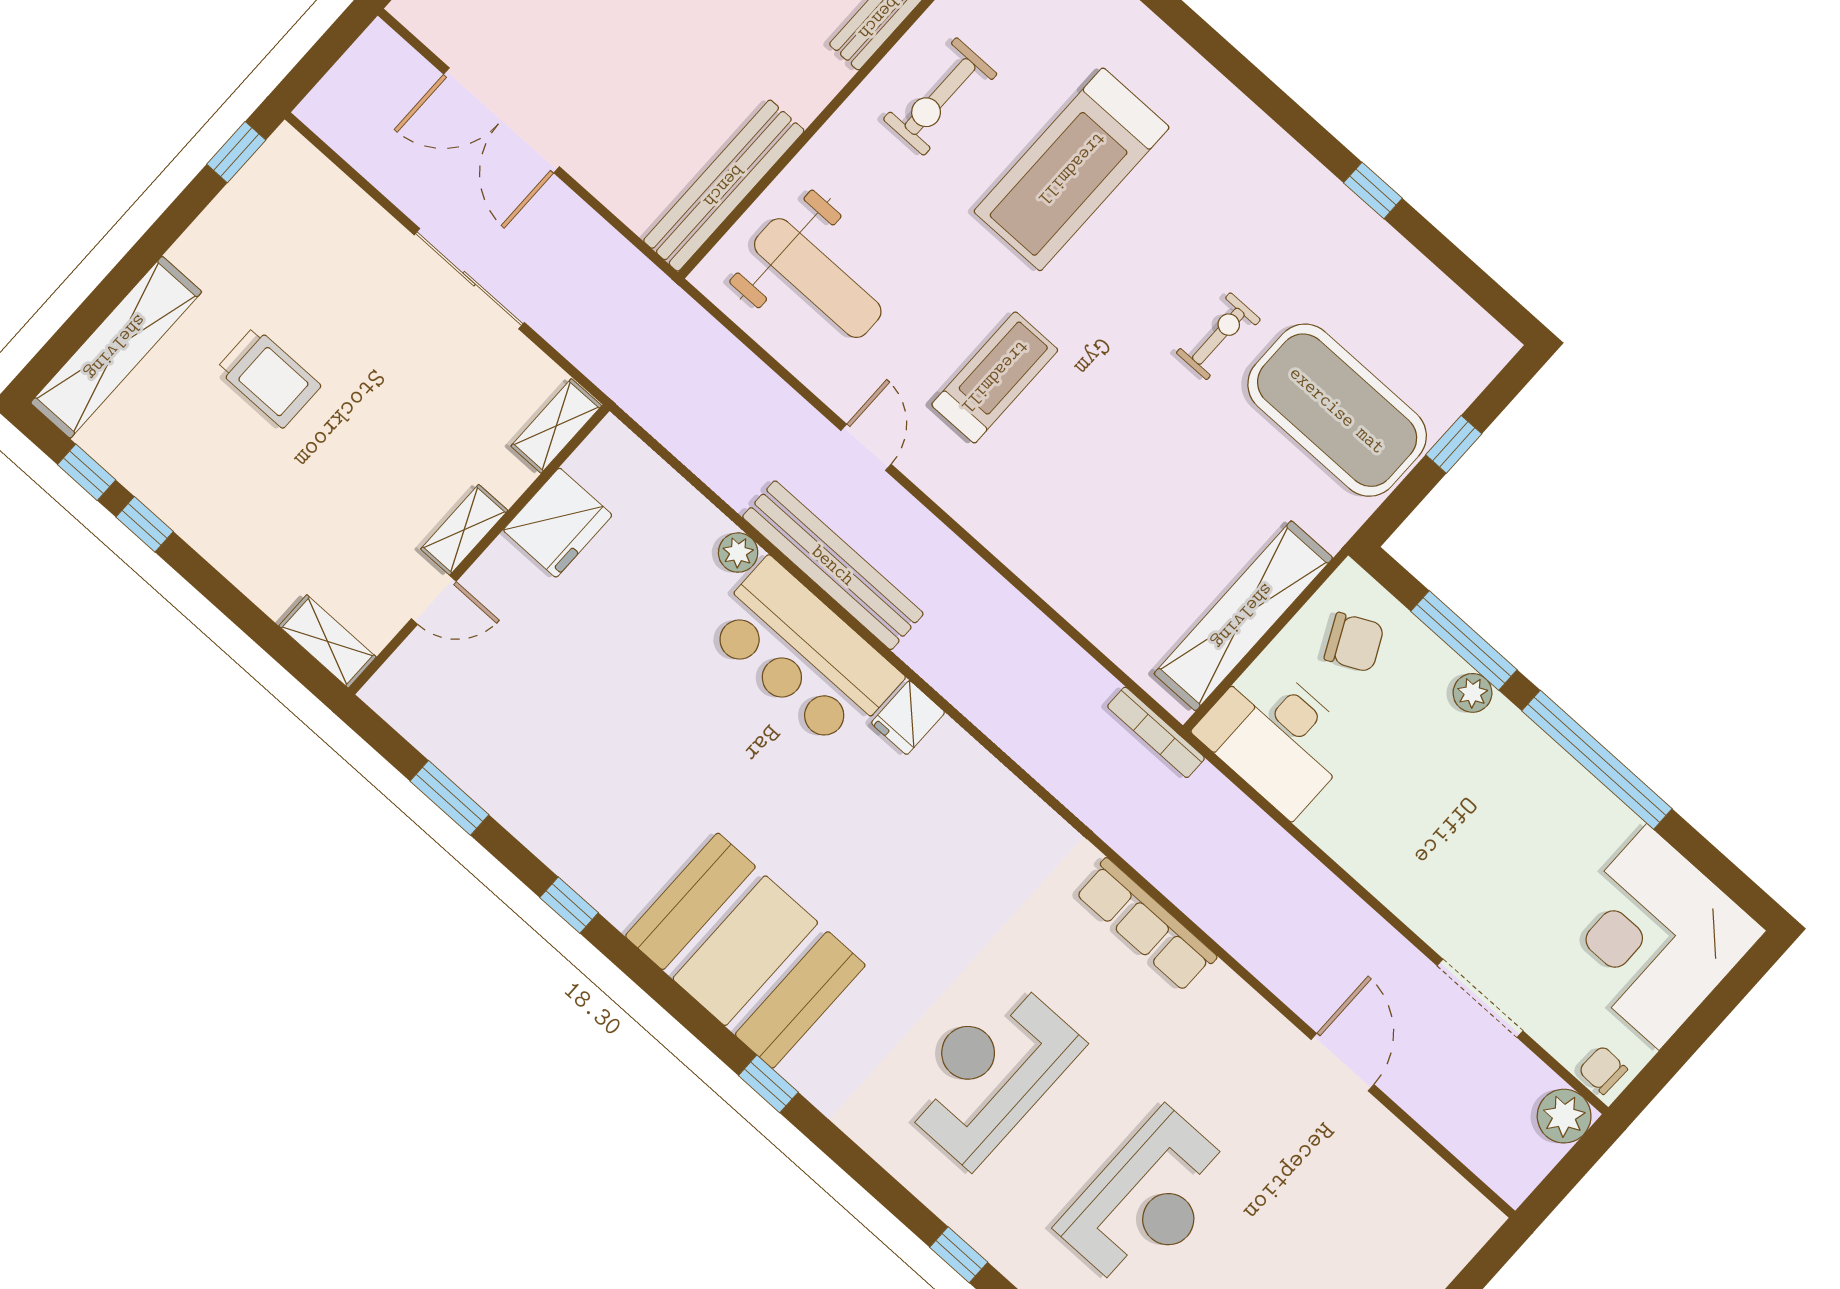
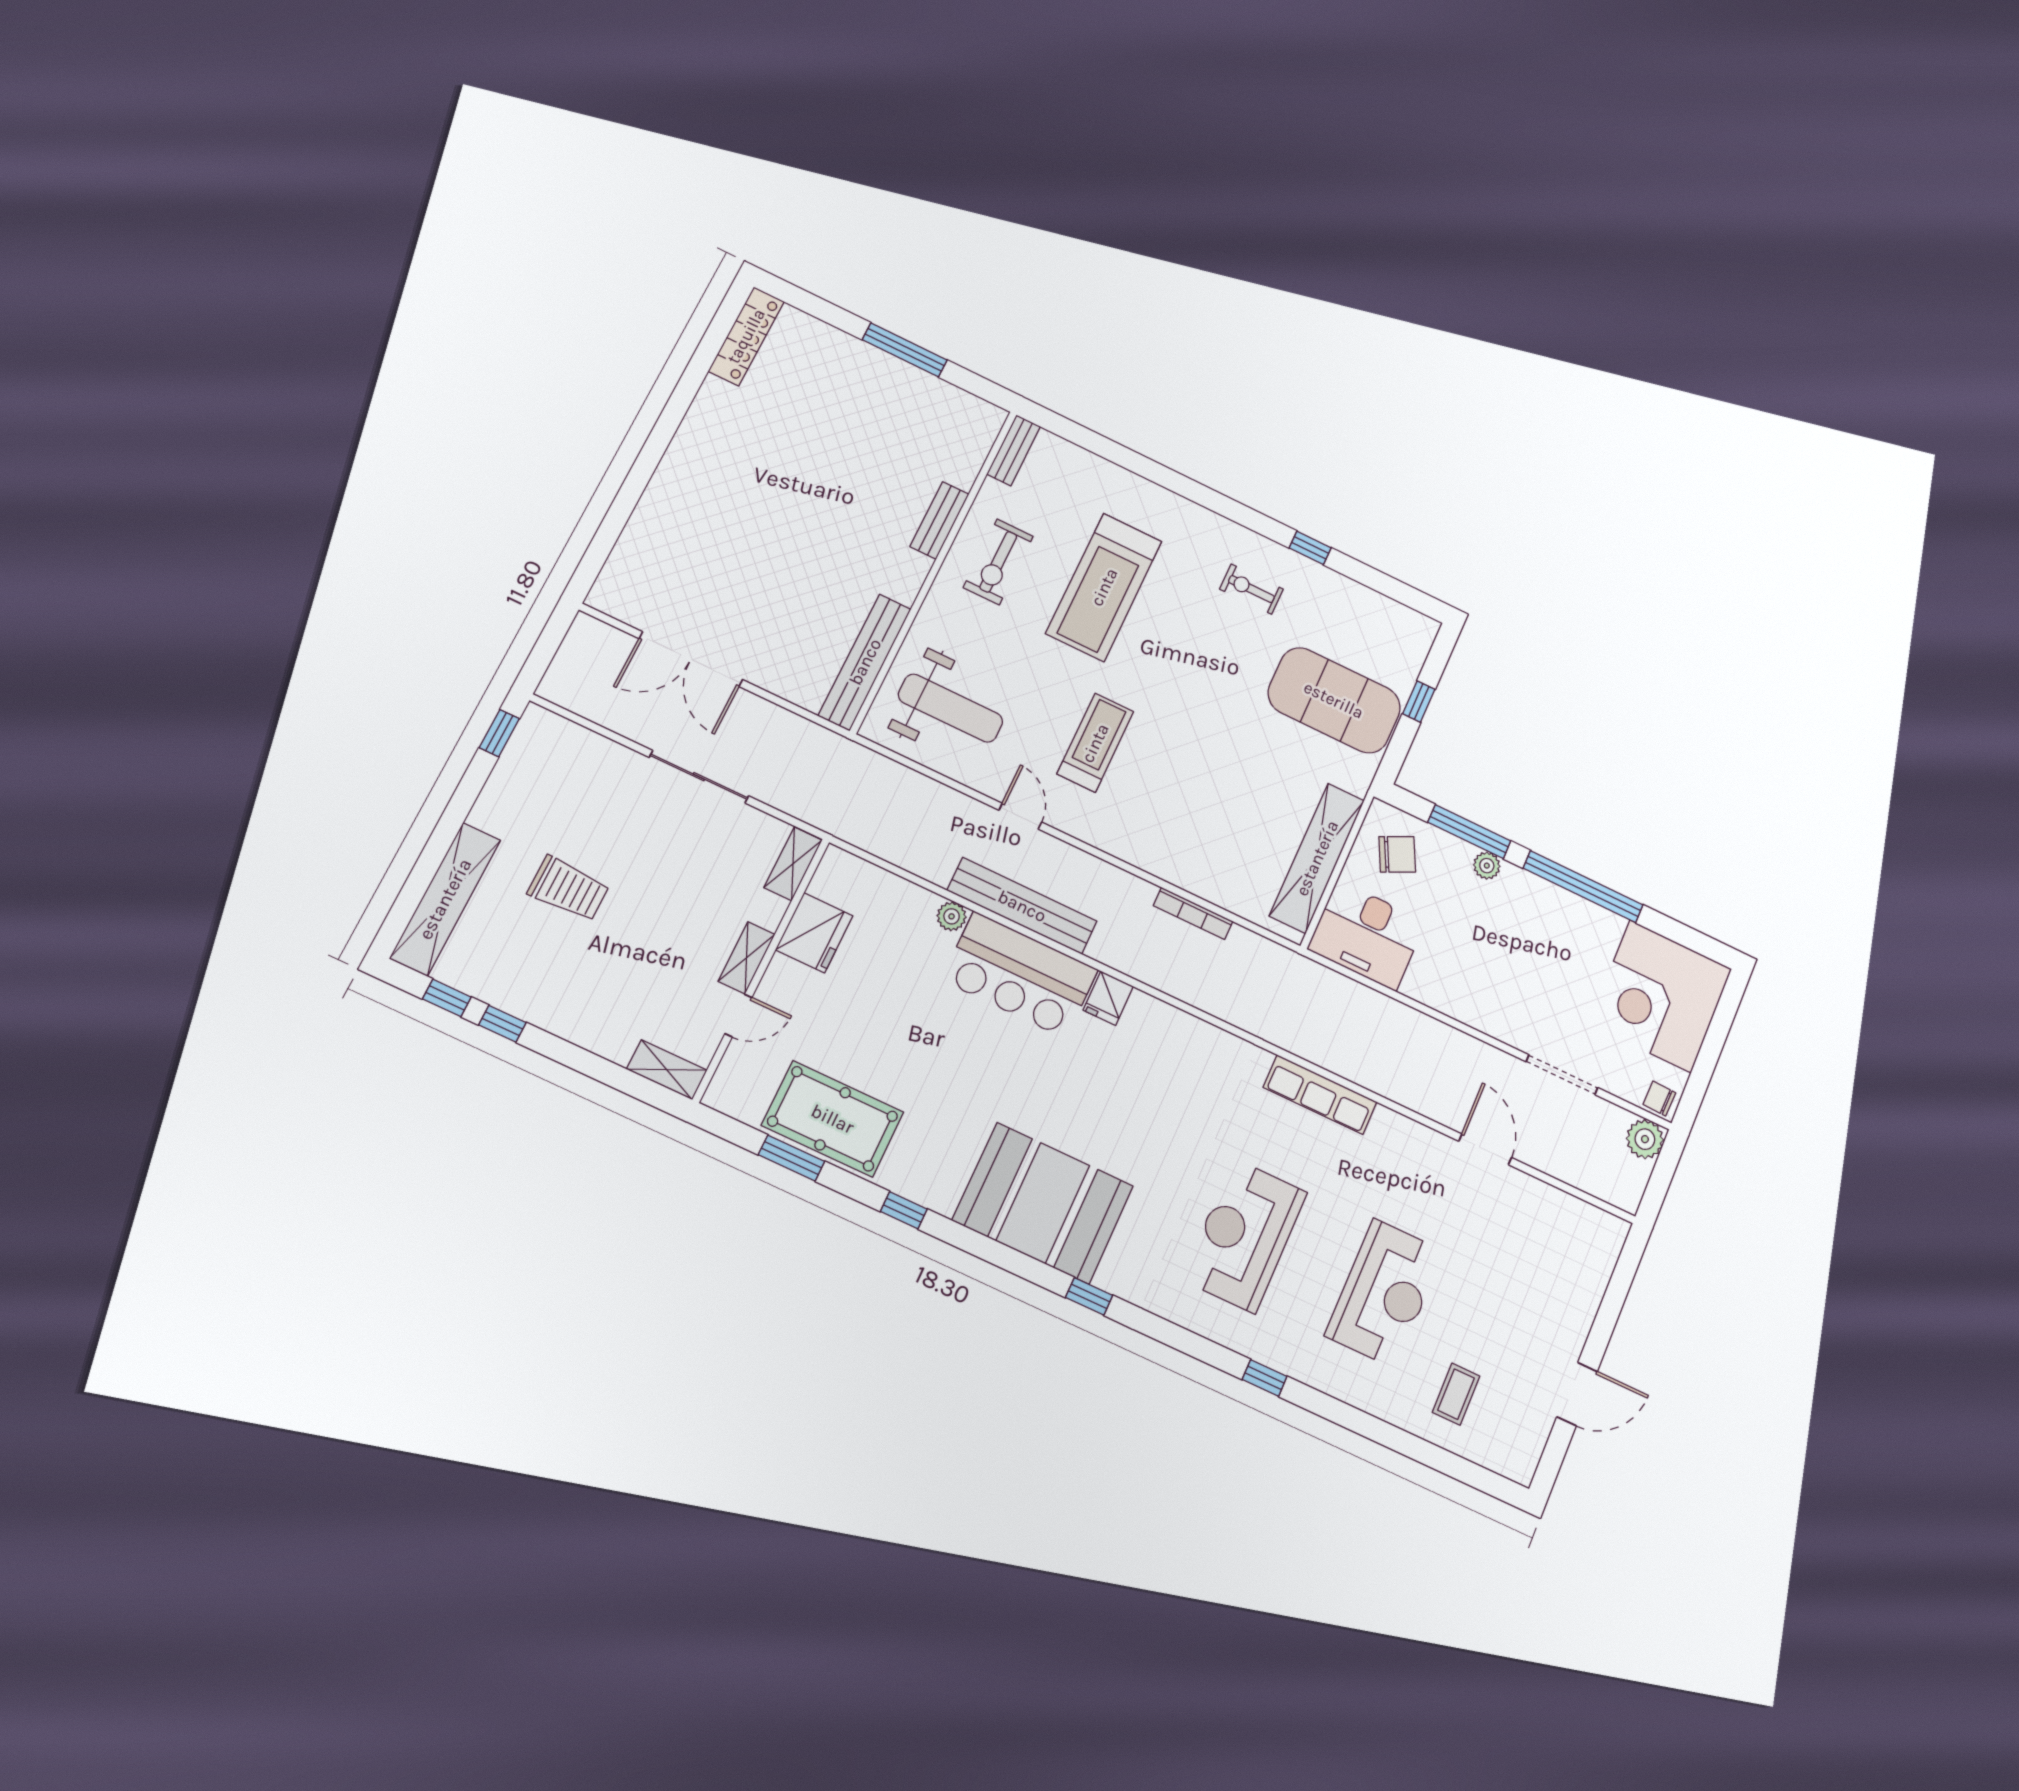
exercise bike: (1218, 336) -> (1251, 589), moved, turned -90
bookcase: (1156, 732) -> (1193, 913), moved
pool table: (514, 765) -> (833, 1119), added

